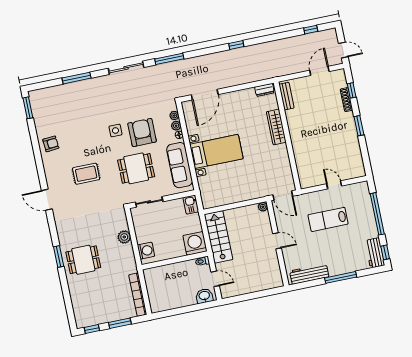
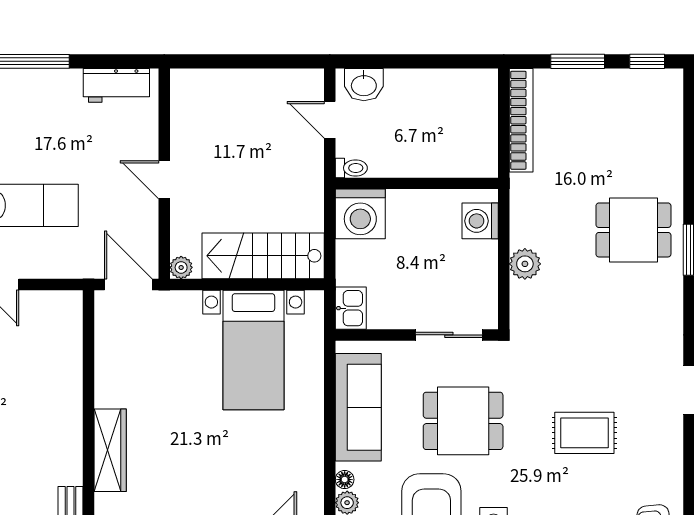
bed with nightstands: (216, 151) -> (253, 350), moved, turned -90
stairs: (219, 237) -> (263, 256), moved, turned 90
workbench: (309, 274) -> (116, 85), width x0.73

